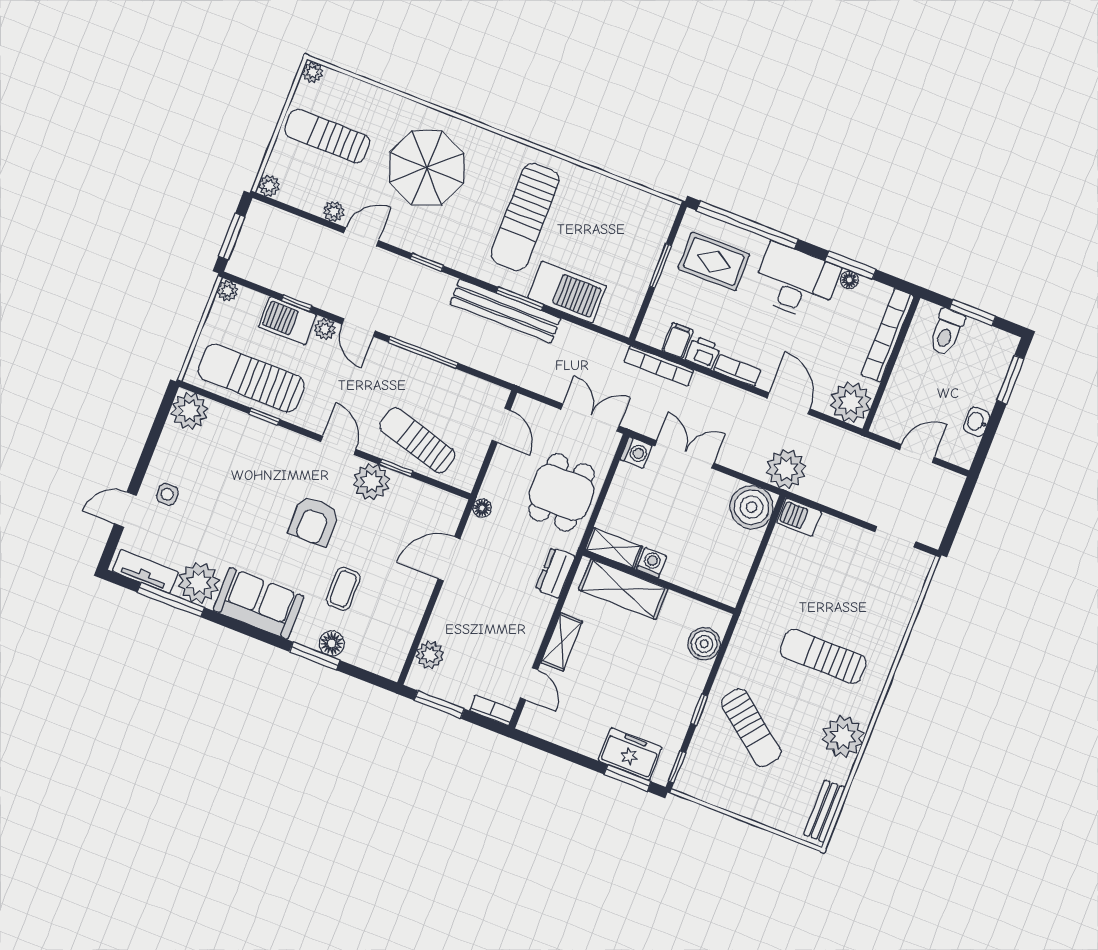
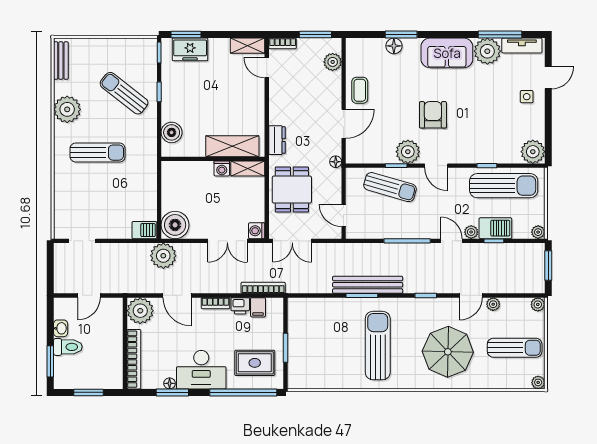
barbecue: (567, 292) -> (335, 310), removed
toilet: (946, 332) -> (68, 347), moved, turned 90
coffee table: (343, 589) -> (360, 90), moved
shelving: (562, 642) -> (248, 46), moved, turned 90

